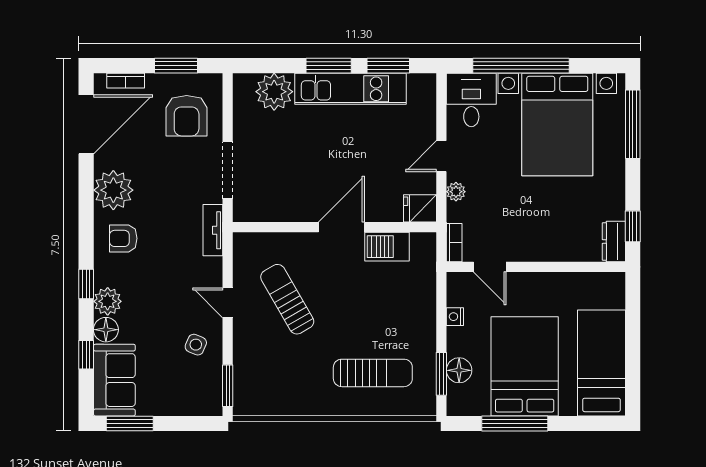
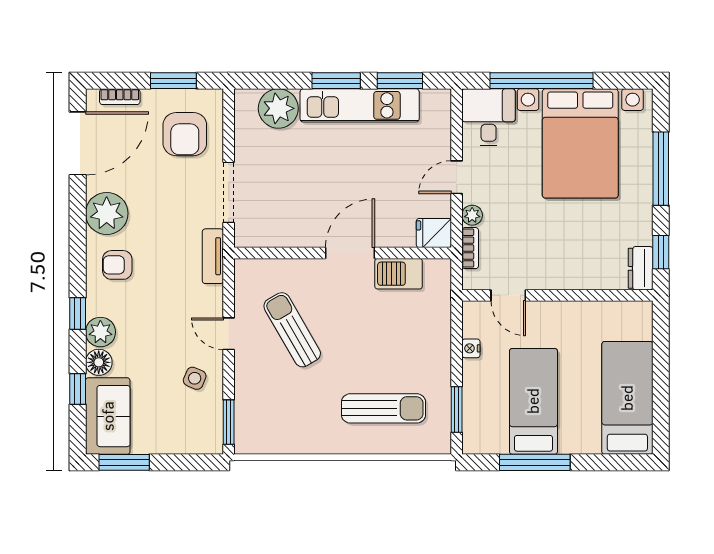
window: (633, 124) -> (661, 169), moved
bookcase: (454, 243) -> (470, 248), moved
bed: (525, 366) -> (533, 401), width x0.67
floor lamp: (459, 370) -> (475, 406), removed

